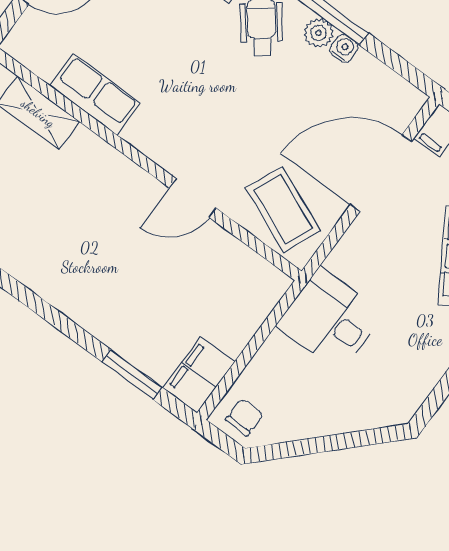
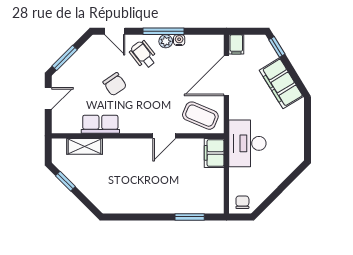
chair: (173, 42) -> (115, 84), added
desk: (330, 320) -> (247, 143), width x1.37
filing cabinet: (199, 375) -> (214, 153), moved

